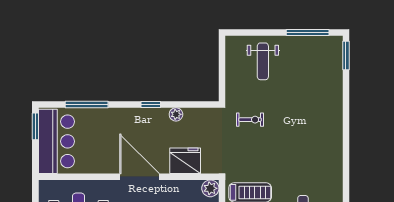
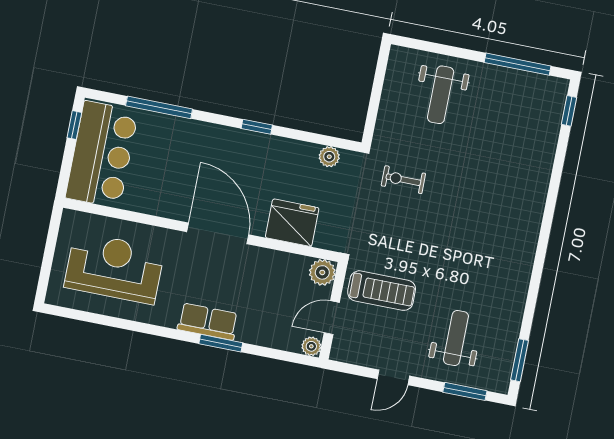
window: (346, 56) -> (569, 111), width x0.67
plant: (176, 114) -> (329, 157), moved
exercise bike: (250, 120) -> (403, 180), turned 180
window: (35, 126) -> (74, 125), width x0.67

